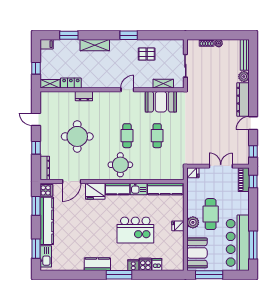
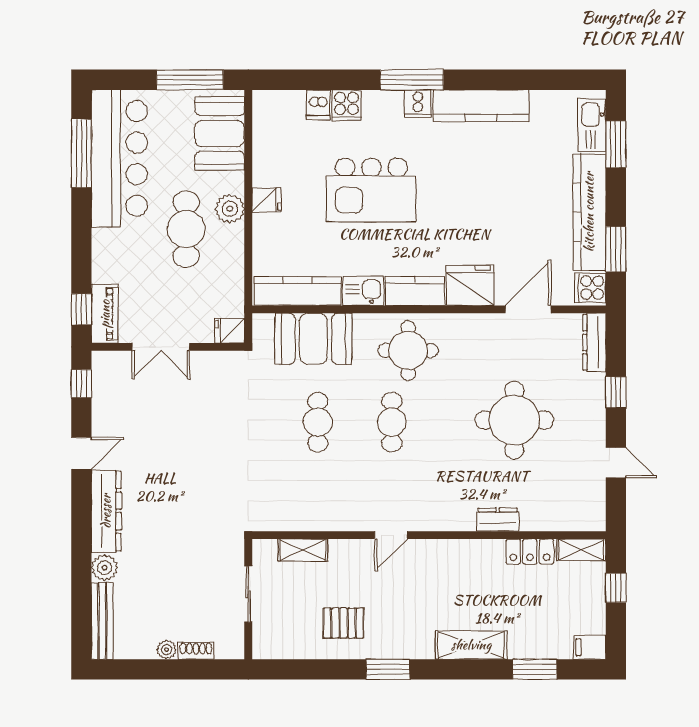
booth: (161, 102) -> (313, 339), moved
kitchen island: (135, 230) -> (371, 190), turned 180
kitchen counter: (97, 264) -> (481, 106), width x1.50
cooker: (133, 265) -> (418, 104), moved

